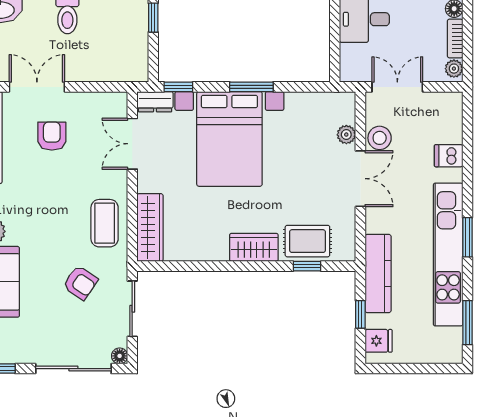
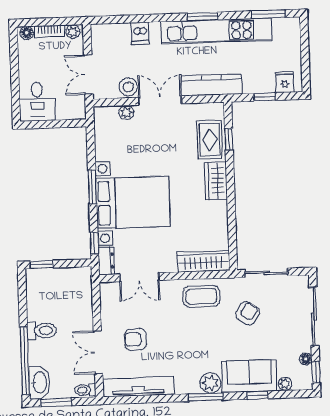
kitchen counter: (378, 274) -> (212, 85), moved
floor lamp: (120, 356) -> (306, 359), moved

